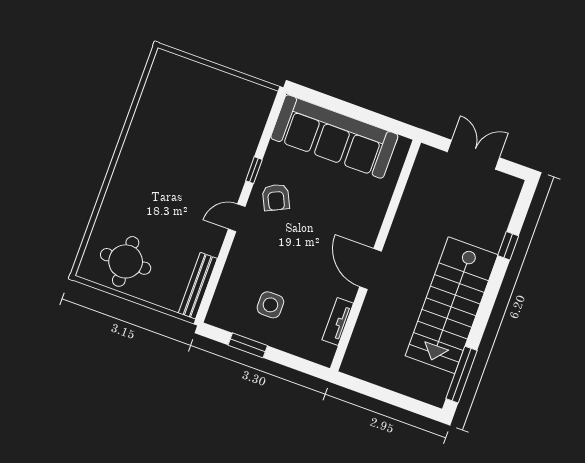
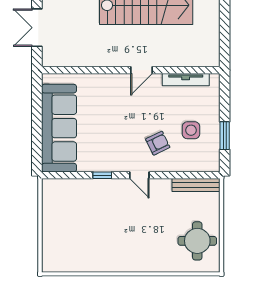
armchair: (276, 197) -> (158, 143), moved
door: (370, 269) -> (141, 70), width x0.73
tv unit: (338, 321) -> (186, 80), width x1.41

